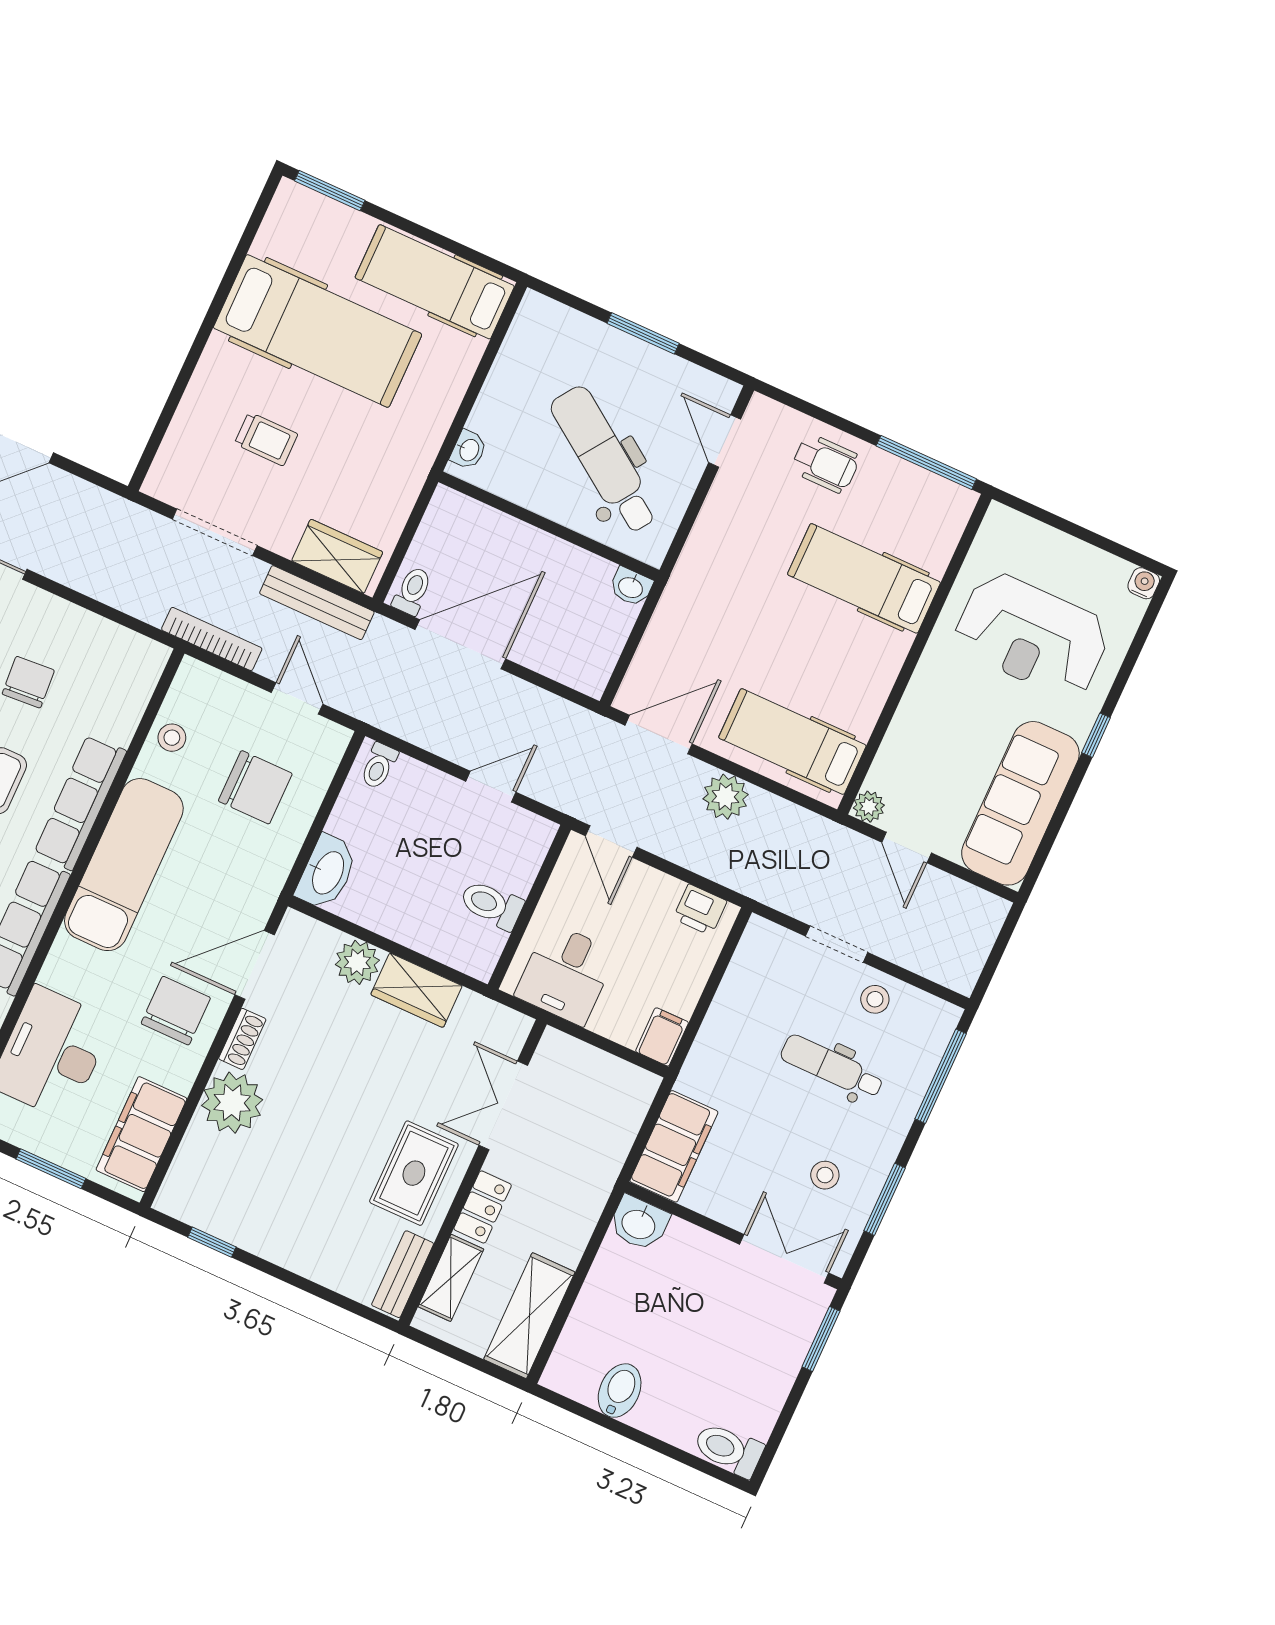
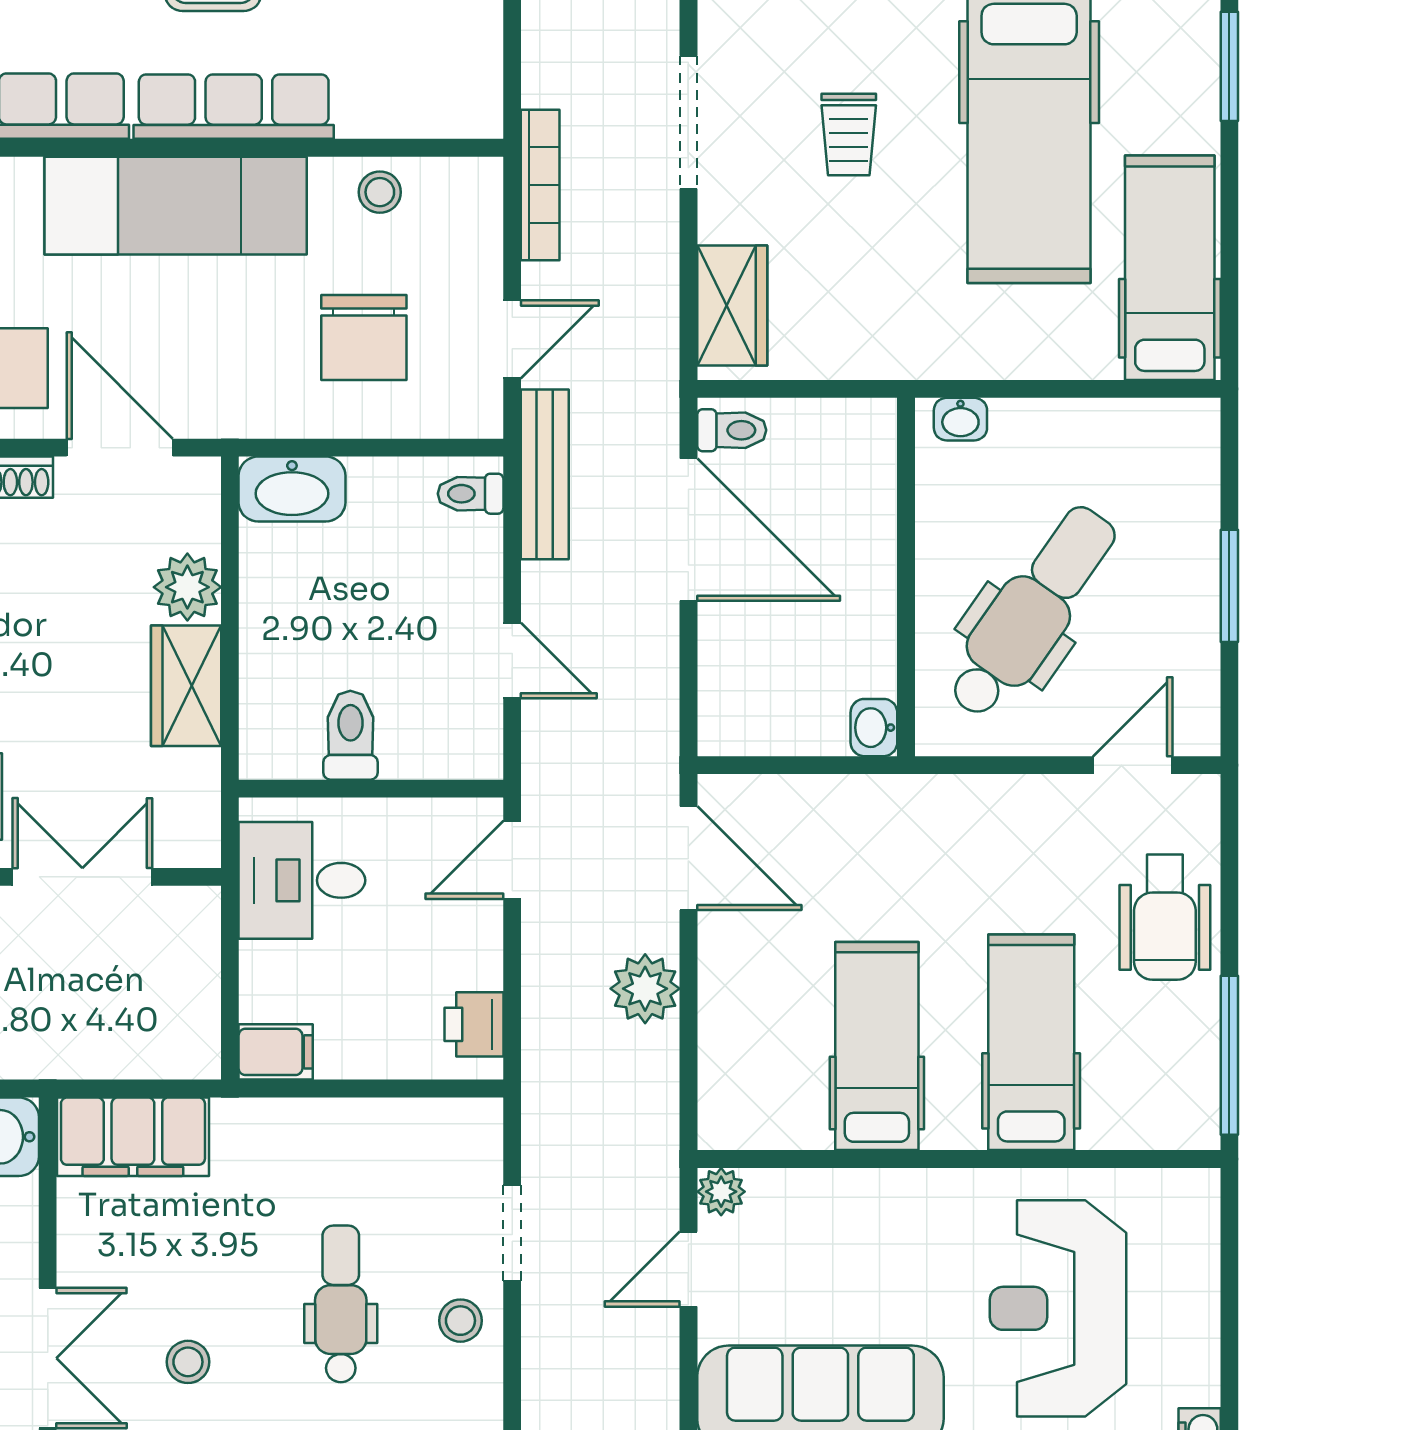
wheelchair: (825, 463) -> (1165, 917), width x1.36, depth x1.37
bench: (317, 603) -> (545, 474), moved
hospital bed: (792, 742) -> (877, 1046), moved

